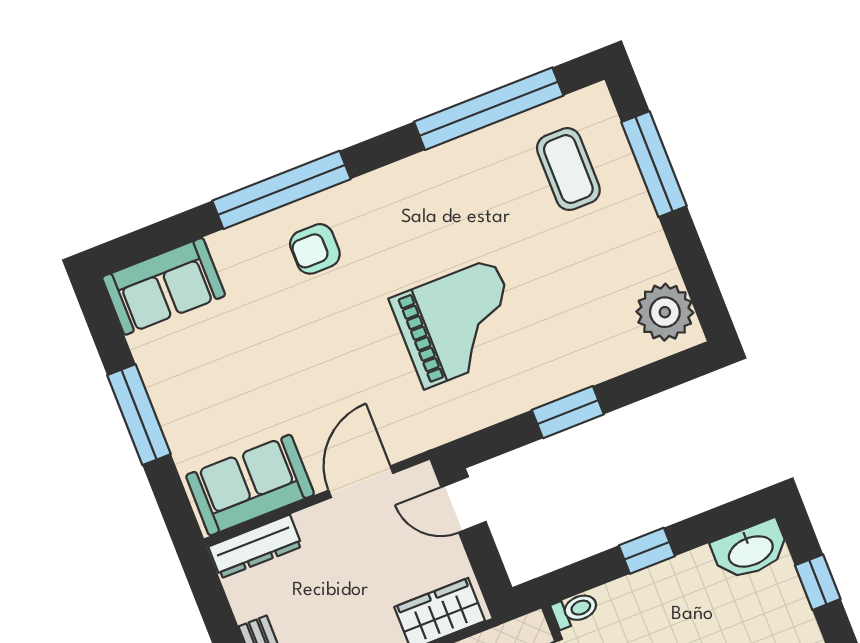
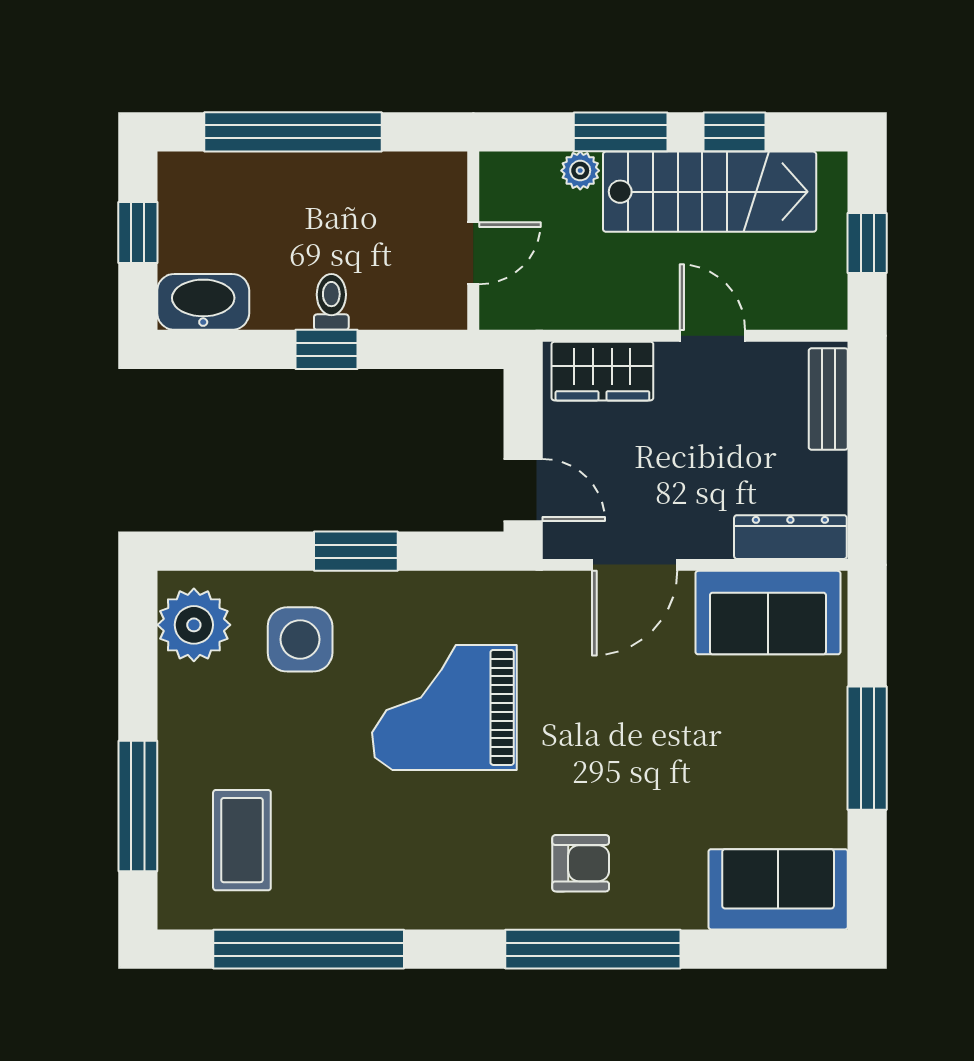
side table: (583, 332) -> (300, 639), added
toilet: (575, 610) -> (331, 302), moved, turned 90

